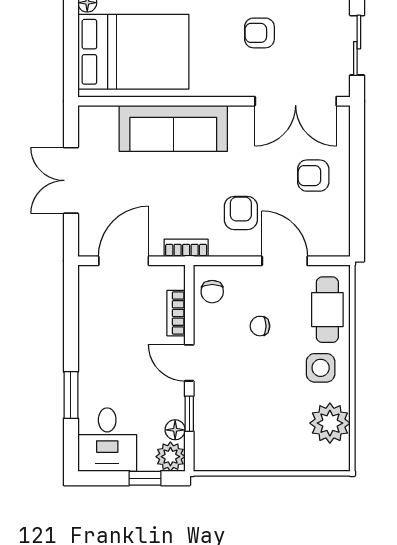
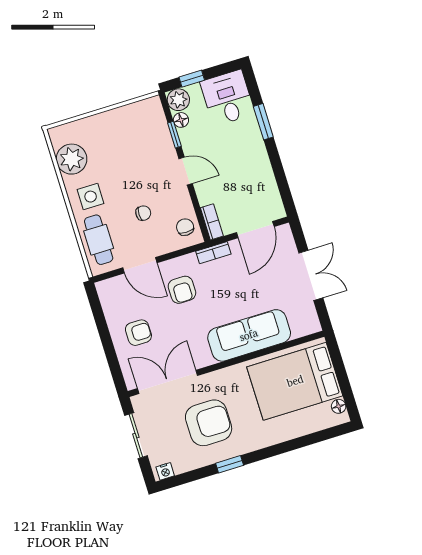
armchair: (259, 33) -> (209, 423), width x1.88, depth x1.88
bookcase: (176, 313) -> (212, 222), moved

